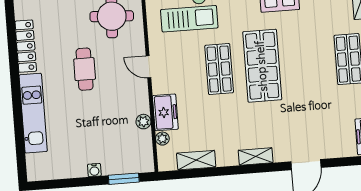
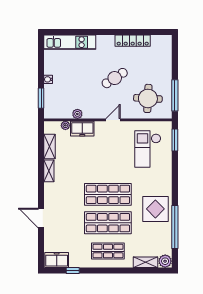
cafe table: (85, 69) -> (115, 78), turned -33
shop shelf: (219, 69) -> (108, 223), moved, width x1.43, depth x1.36
kitchen unit: (33, 113) -> (70, 42), moved
shelving: (256, 156) -> (49, 171), moved

